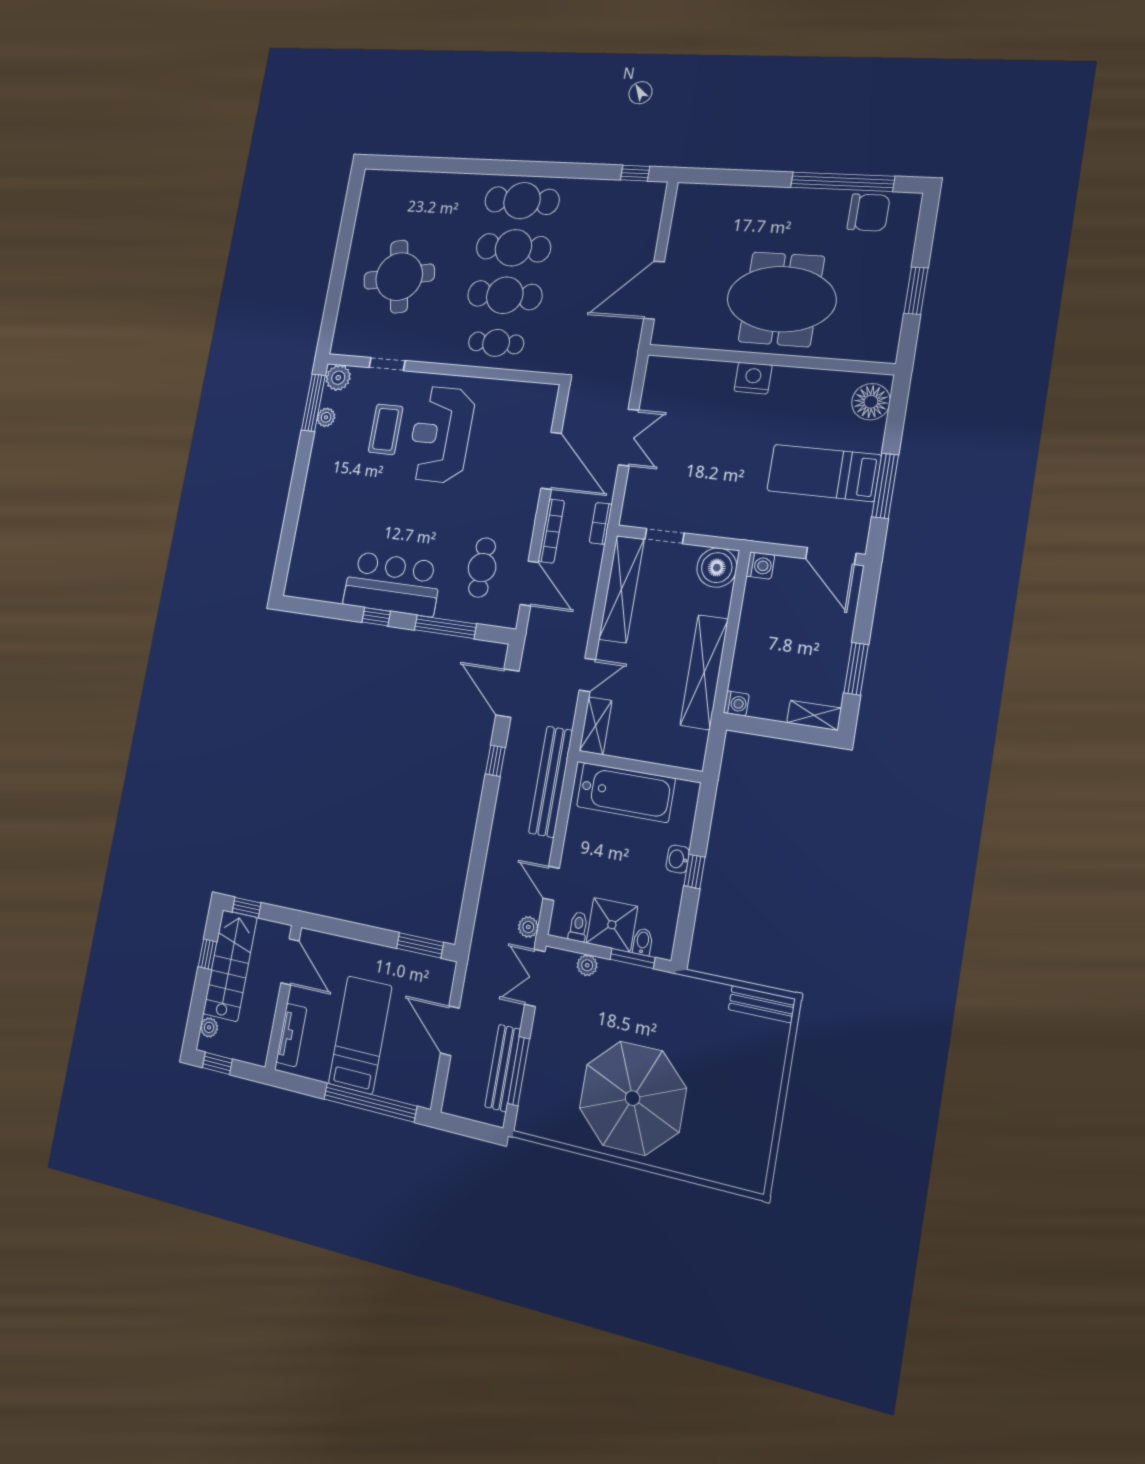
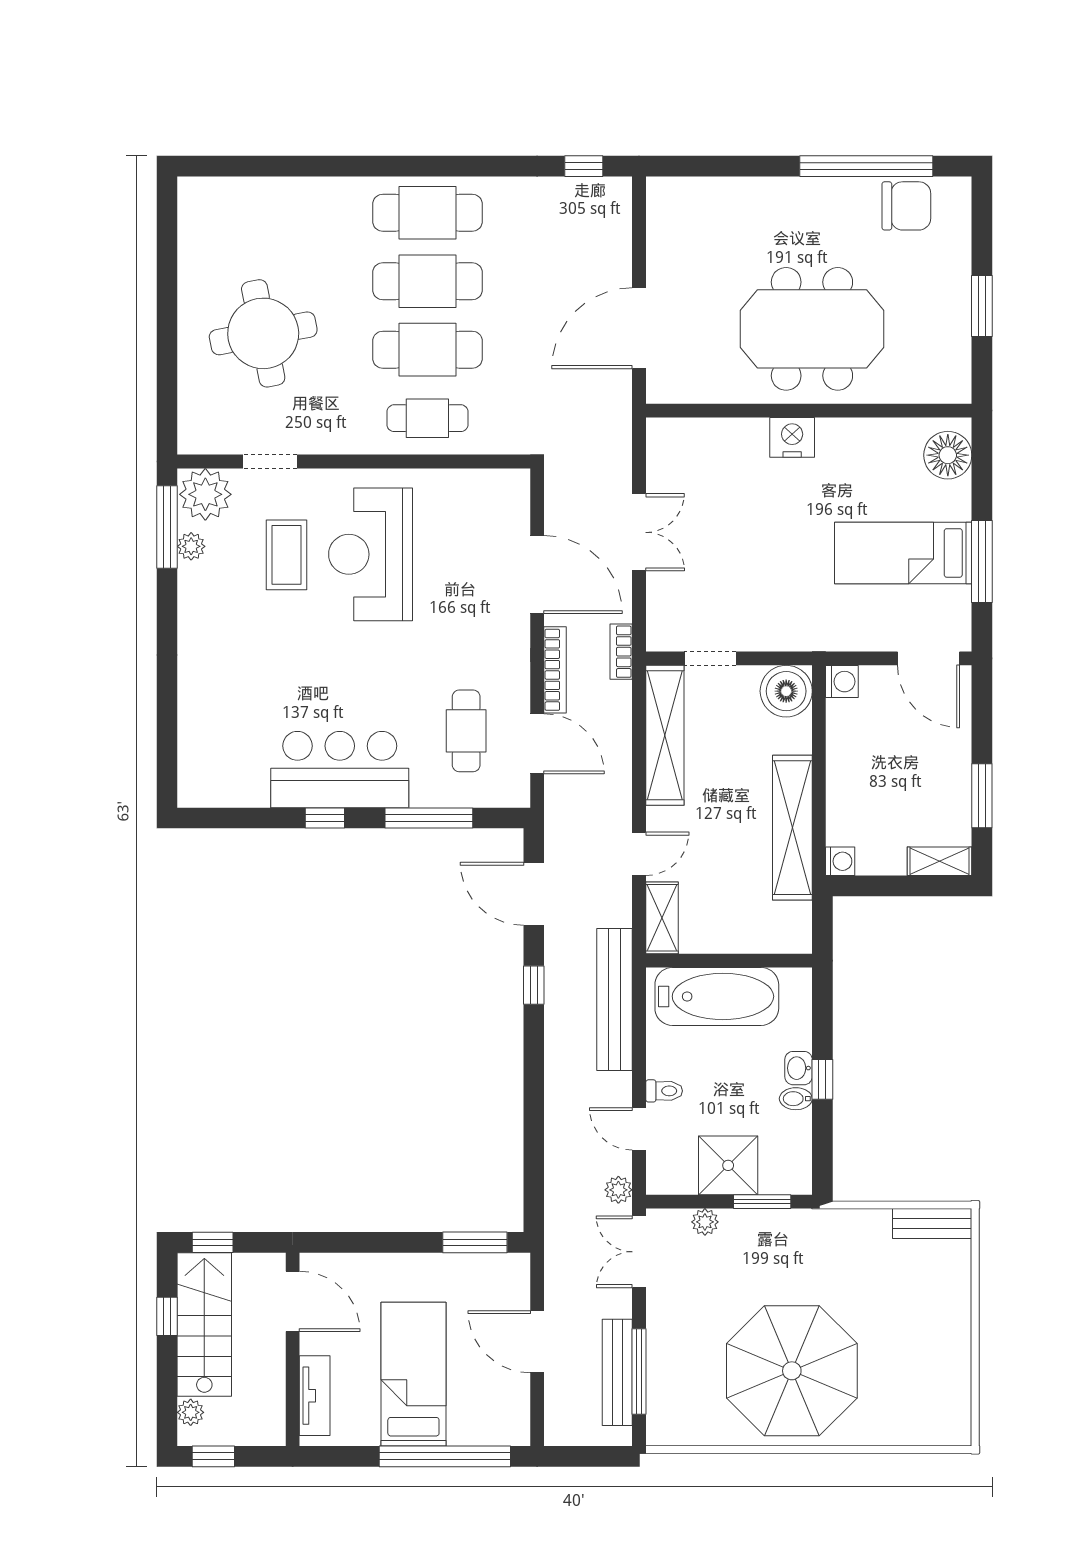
plant: (338, 378) -> (205, 494), width x1.36, depth x1.36
toilet: (578, 927) -> (664, 1091), moved, turned 90
bidet: (643, 942) -> (796, 1099), moved, turned -90

